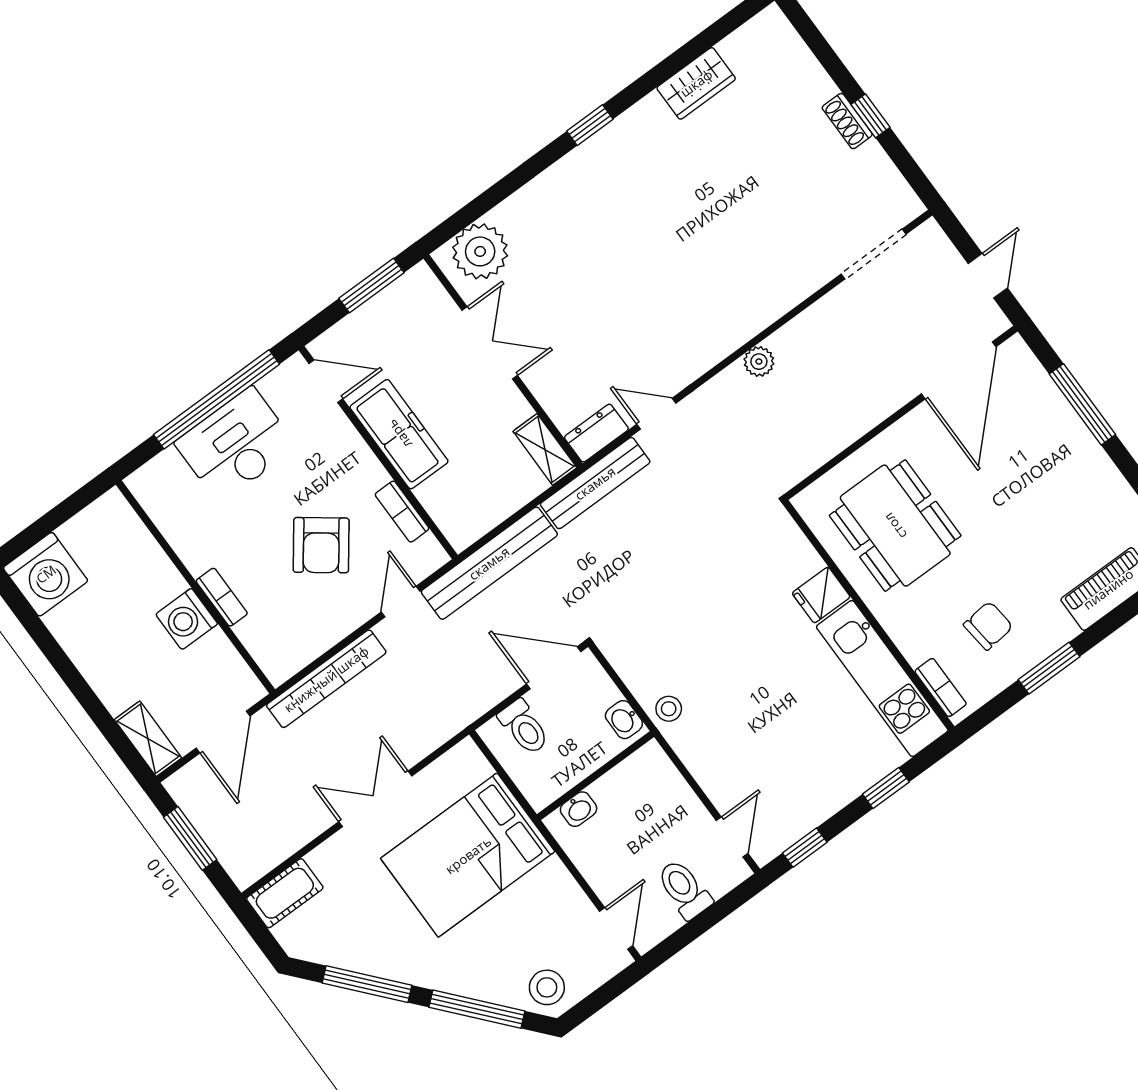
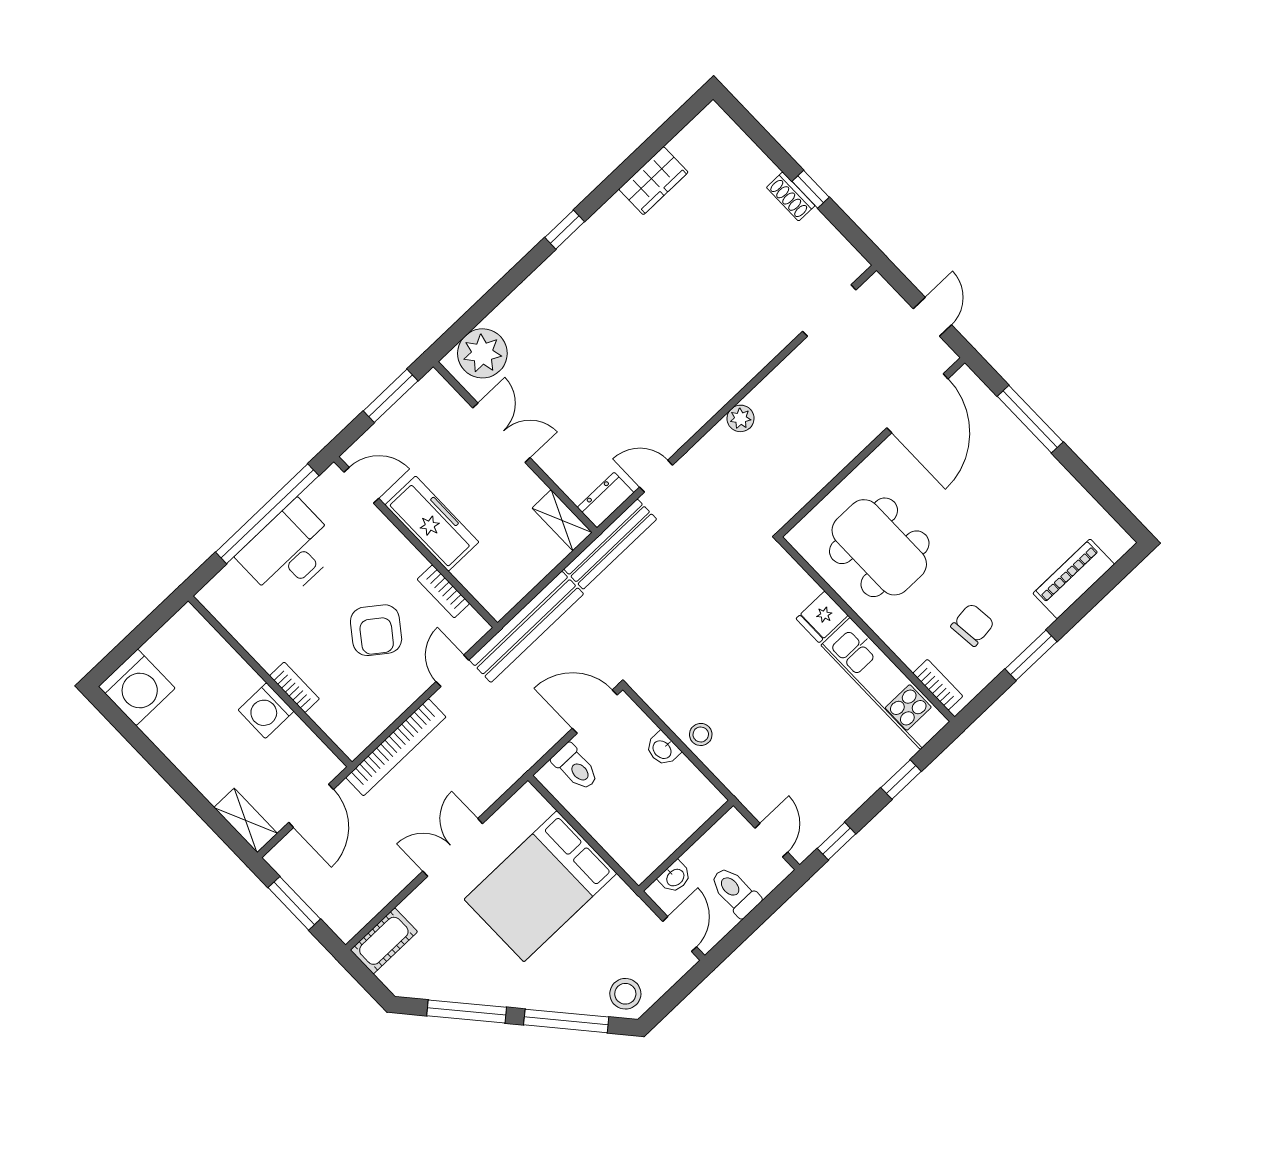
wall: (595, 776) -> (686, 846), moved
washbasin: (579, 809) -> (675, 877), moved

